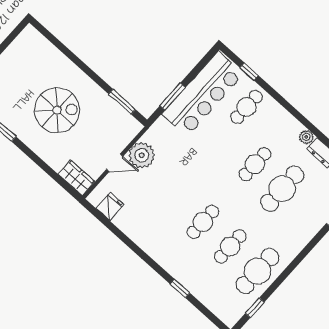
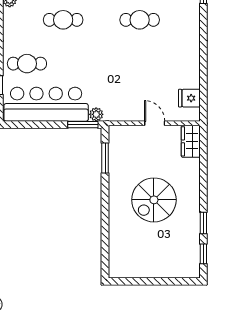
window: (173, 96) -> (83, 125), moved
spiral stairs: (57, 110) -> (154, 200), turned -90
plant: (142, 155) -> (96, 114), moved, width x0.53, depth x0.53

